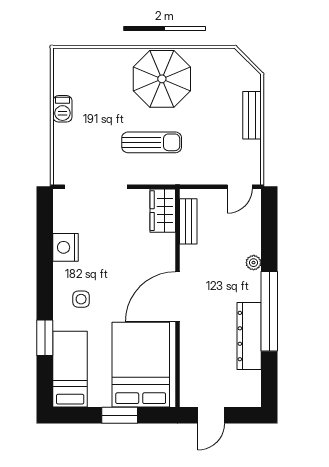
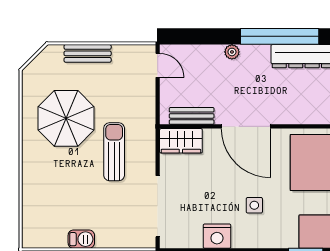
parasol: (162, 79) -> (66, 118), moved
door: (177, 297) -> (246, 126), moved
side table: (81, 299) -> (254, 205), moved

